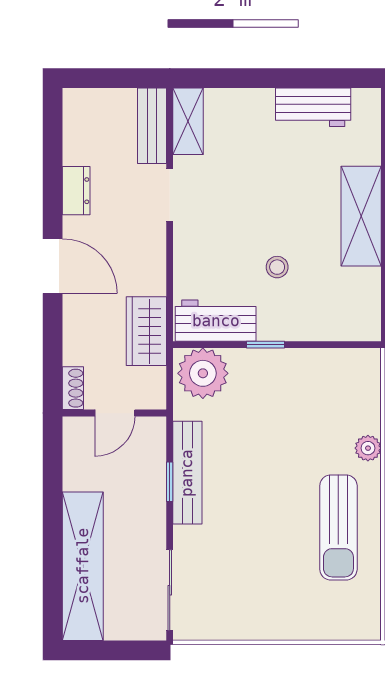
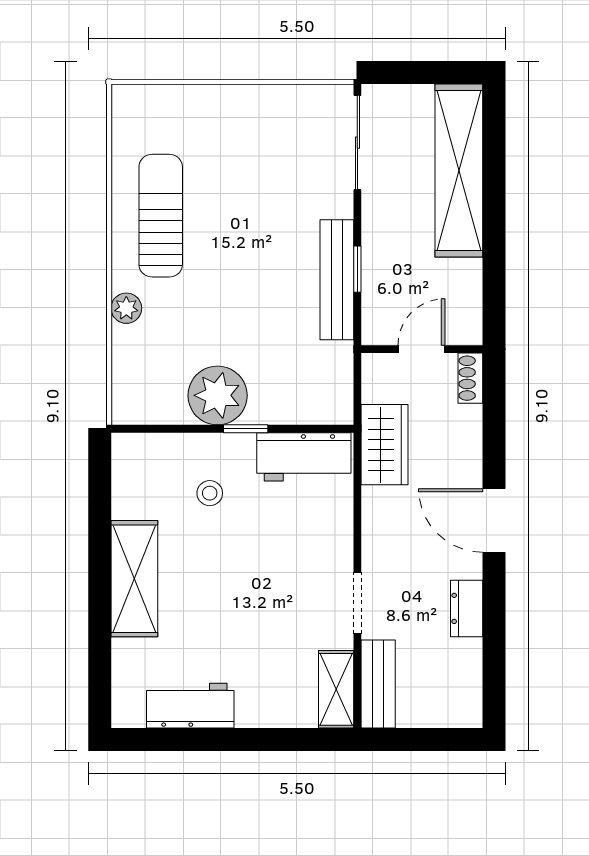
stool: (277, 267) -> (210, 493), moved
plant: (203, 373) -> (218, 395), moved

